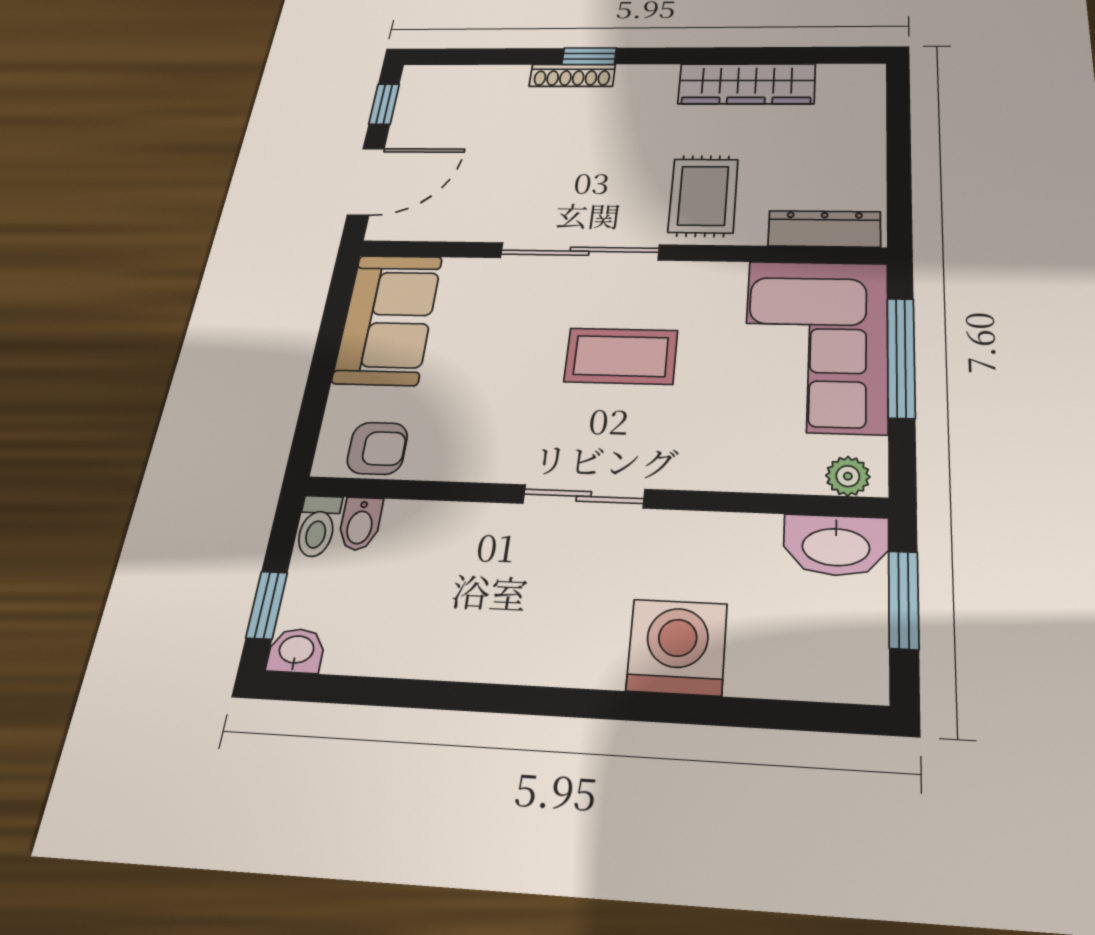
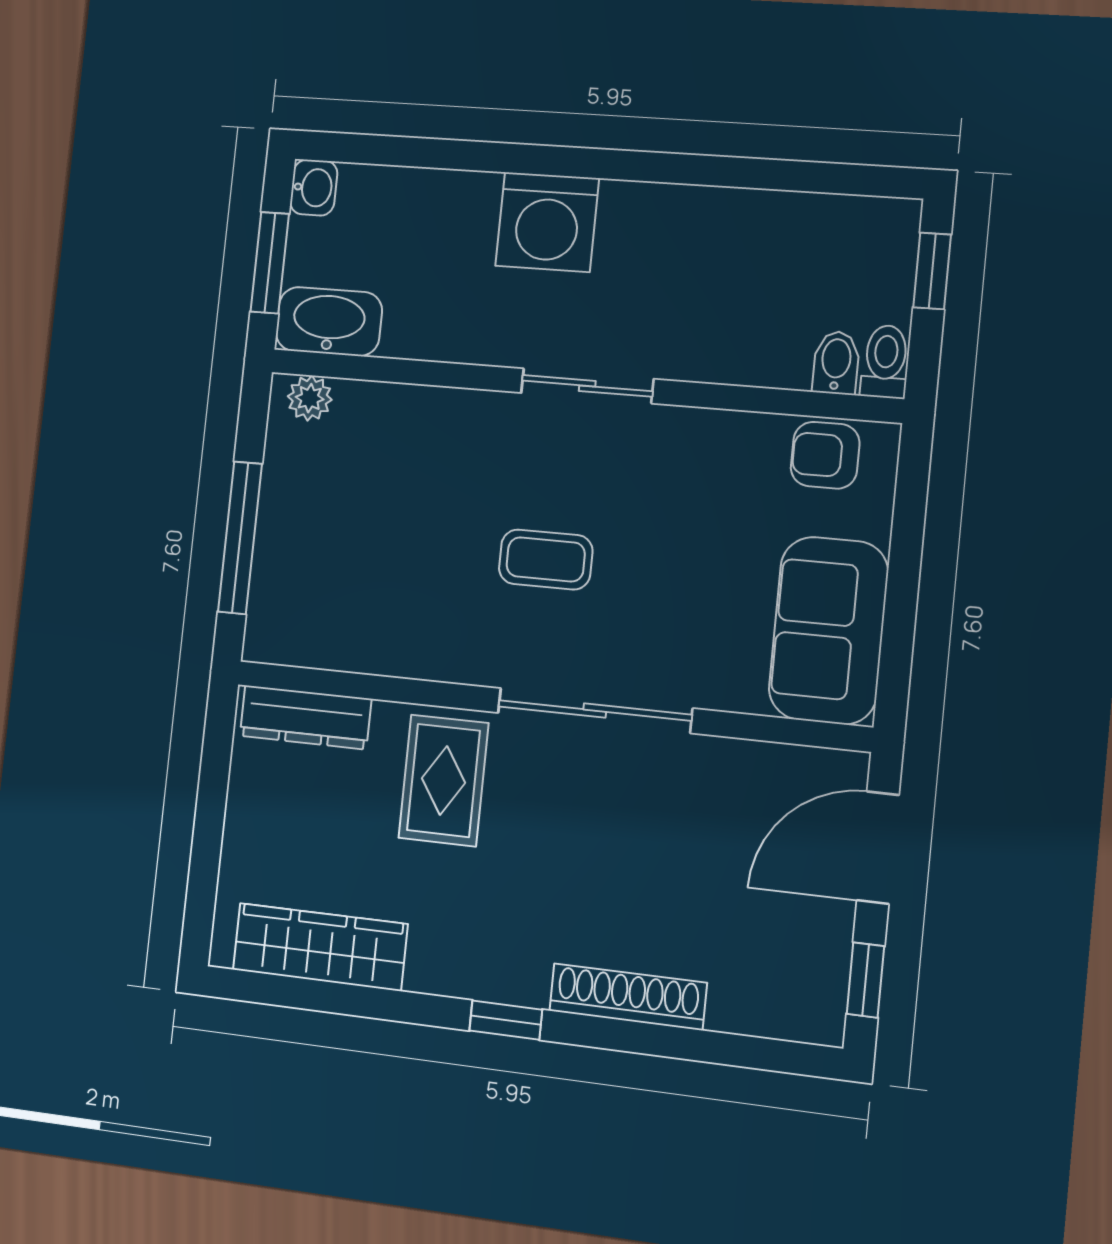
window: (589, 56) -> (506, 1020), moved
shoe rack: (572, 75) -> (628, 997), width x1.36, depth x1.24
wardrobe: (747, 84) -> (320, 947), moved
corner sofa: (816, 345) -> (328, 560), removed
coffee table: (621, 356) -> (546, 560), width x0.73, depth x0.77
washing machine: (677, 647) -> (547, 222), moved
washbasin: (296, 651) -> (314, 188), moved, turned -90

